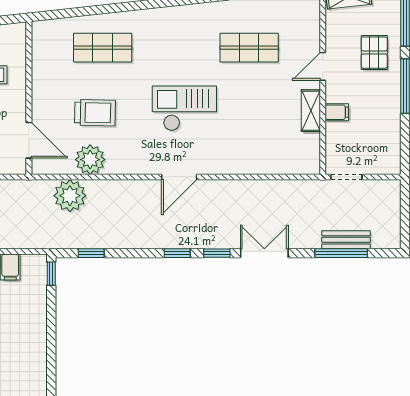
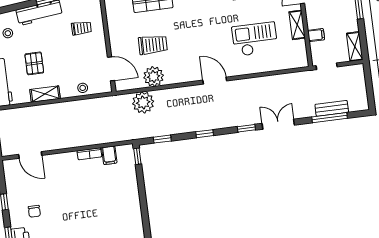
checkout: (184, 108) -> (255, 39), moved
filing cabinet: (337, 112) -> (316, 35), moved
shelving: (391, 153) -> (355, 46), added
door: (179, 177) -> (215, 81), swing flipped
window: (177, 253) -> (205, 134), moved

